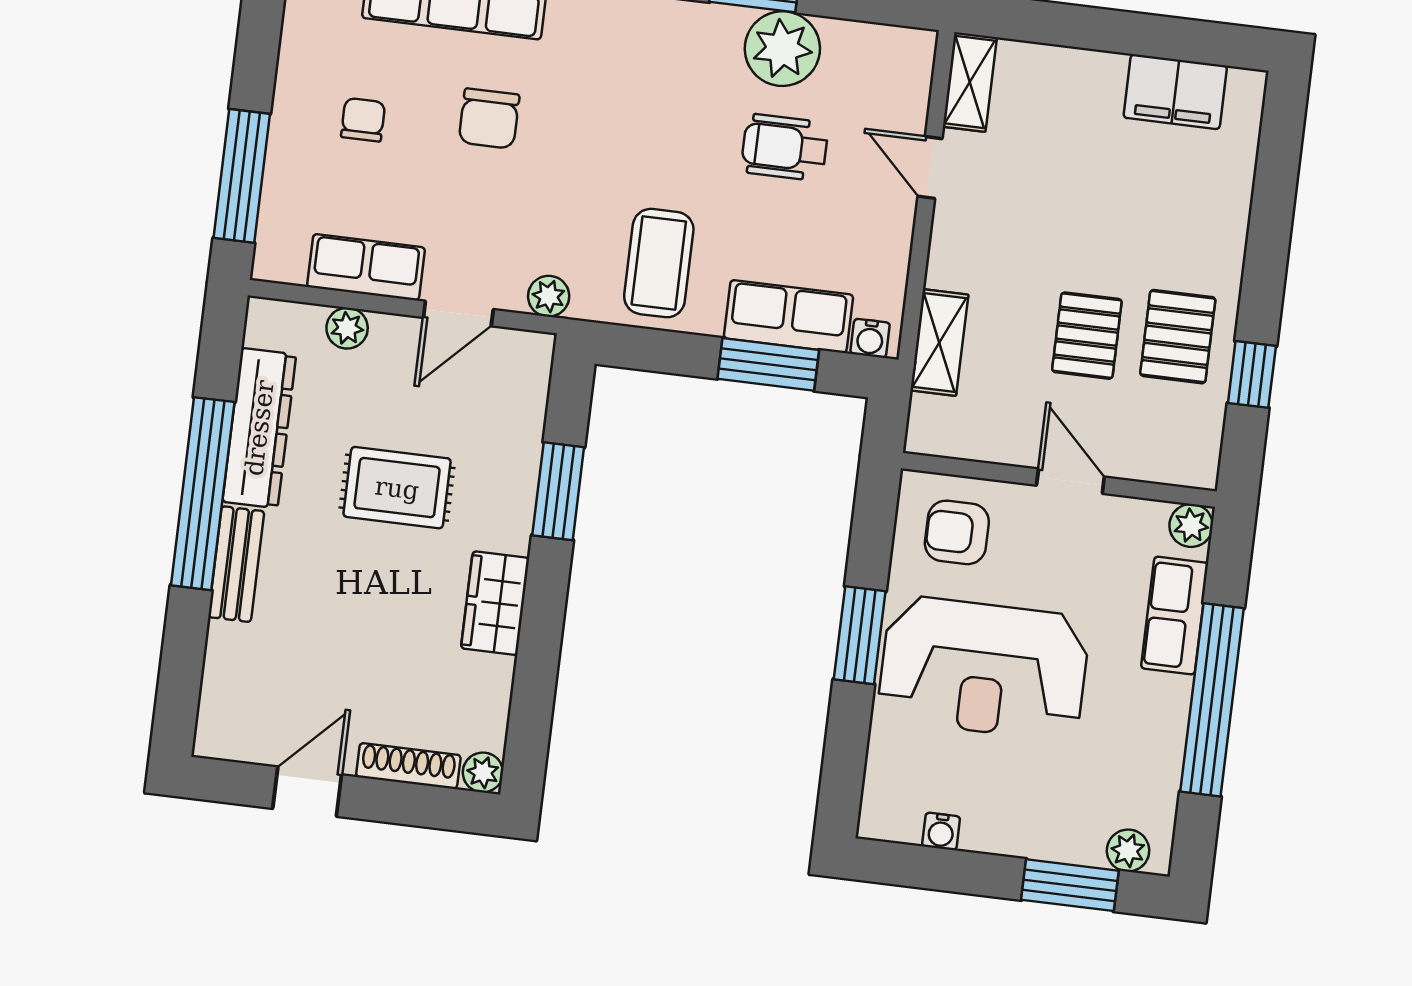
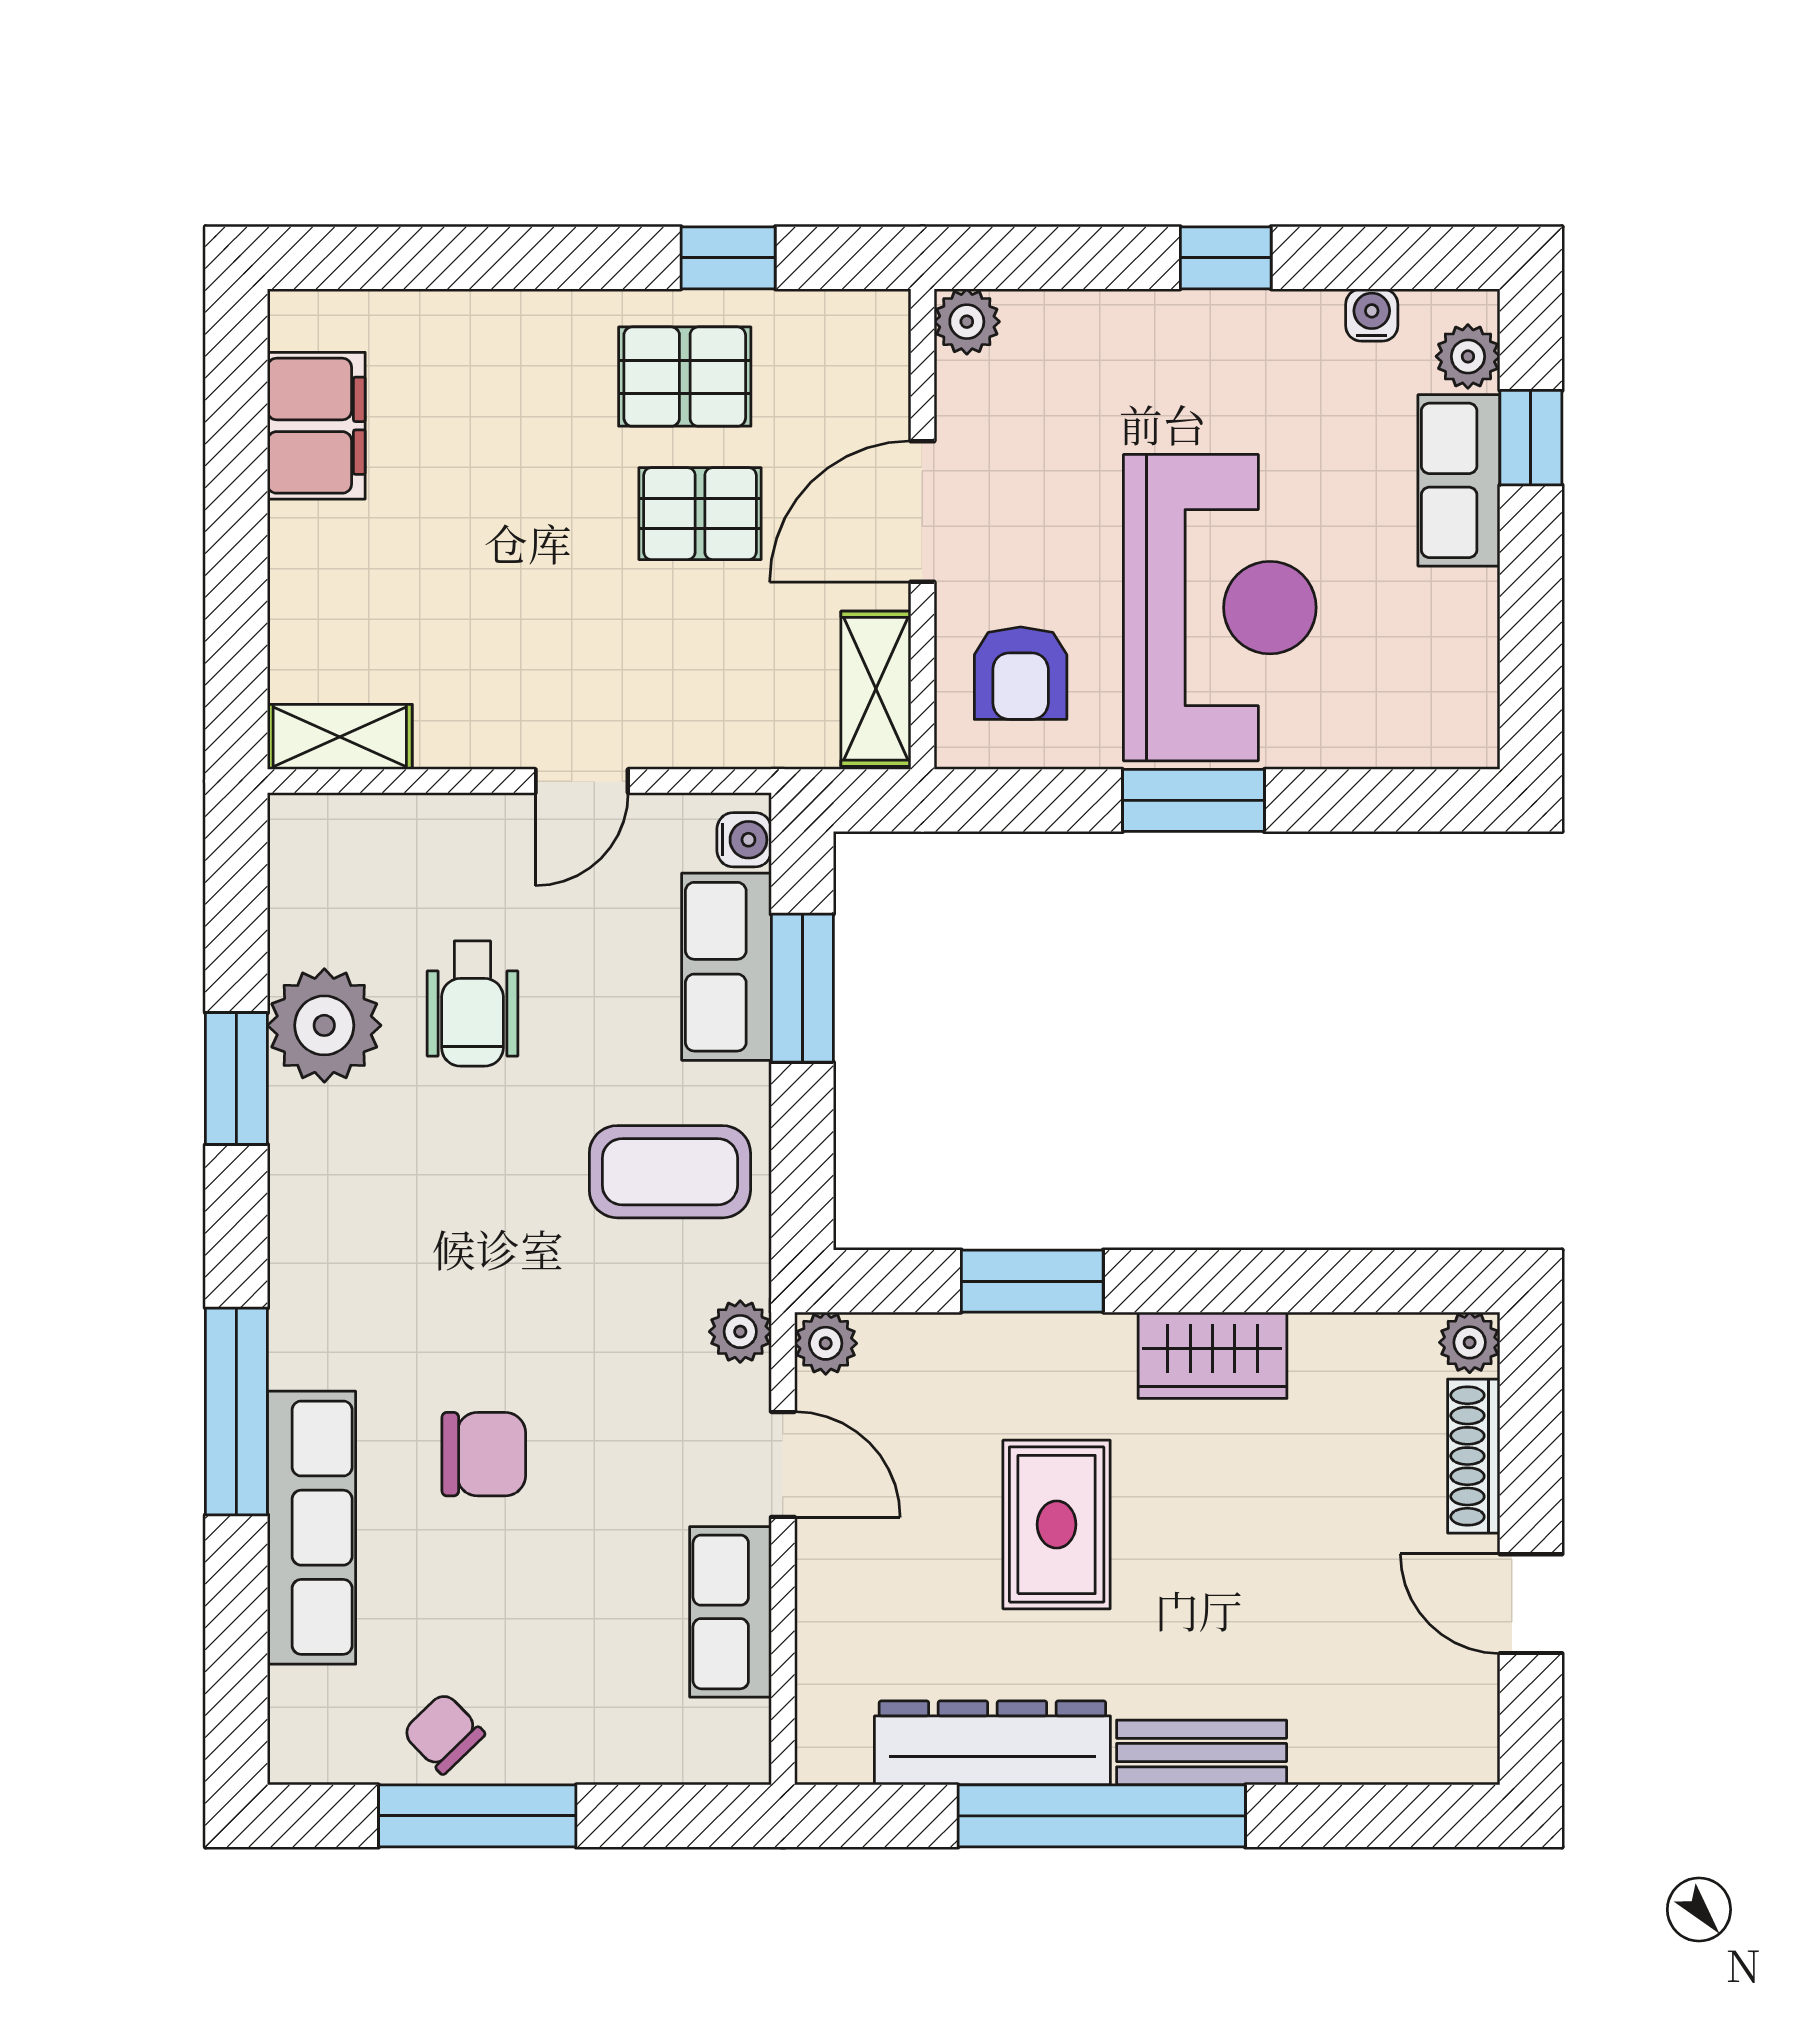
chair: (363, 120) -> (444, 1733), moved, turned 46
door: (930, 167) -> (582, 781), moved
window: (242, 176) -> (477, 1816), moved
plant: (347, 328) -> (826, 1343), moved
shelving: (939, 343) -> (876, 689), moved, turned 90
door: (1070, 481) -> (922, 511), width x1.38
row of seats: (1175, 616) -> (1459, 480), moved, turned 90
window: (1212, 700) -> (1226, 258), width x0.32
water cooler: (941, 831) -> (1372, 315), moved, turned -90
window: (1070, 885) -> (1531, 438), width x0.67

